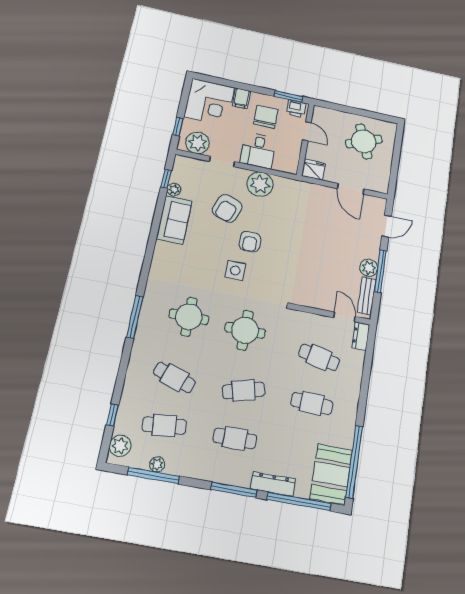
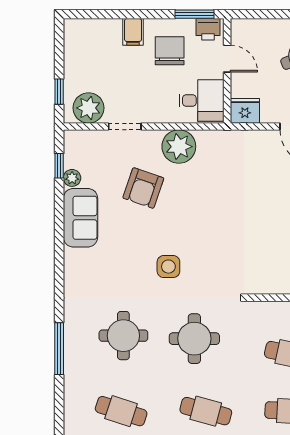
corner desk: (209, 102) -> (92, 47), removed
desk: (258, 151) -> (202, 100), moved, turned -90
armchair: (250, 242) -> (180, 226), removed
cafe table: (244, 391) -> (206, 411), turned 30

